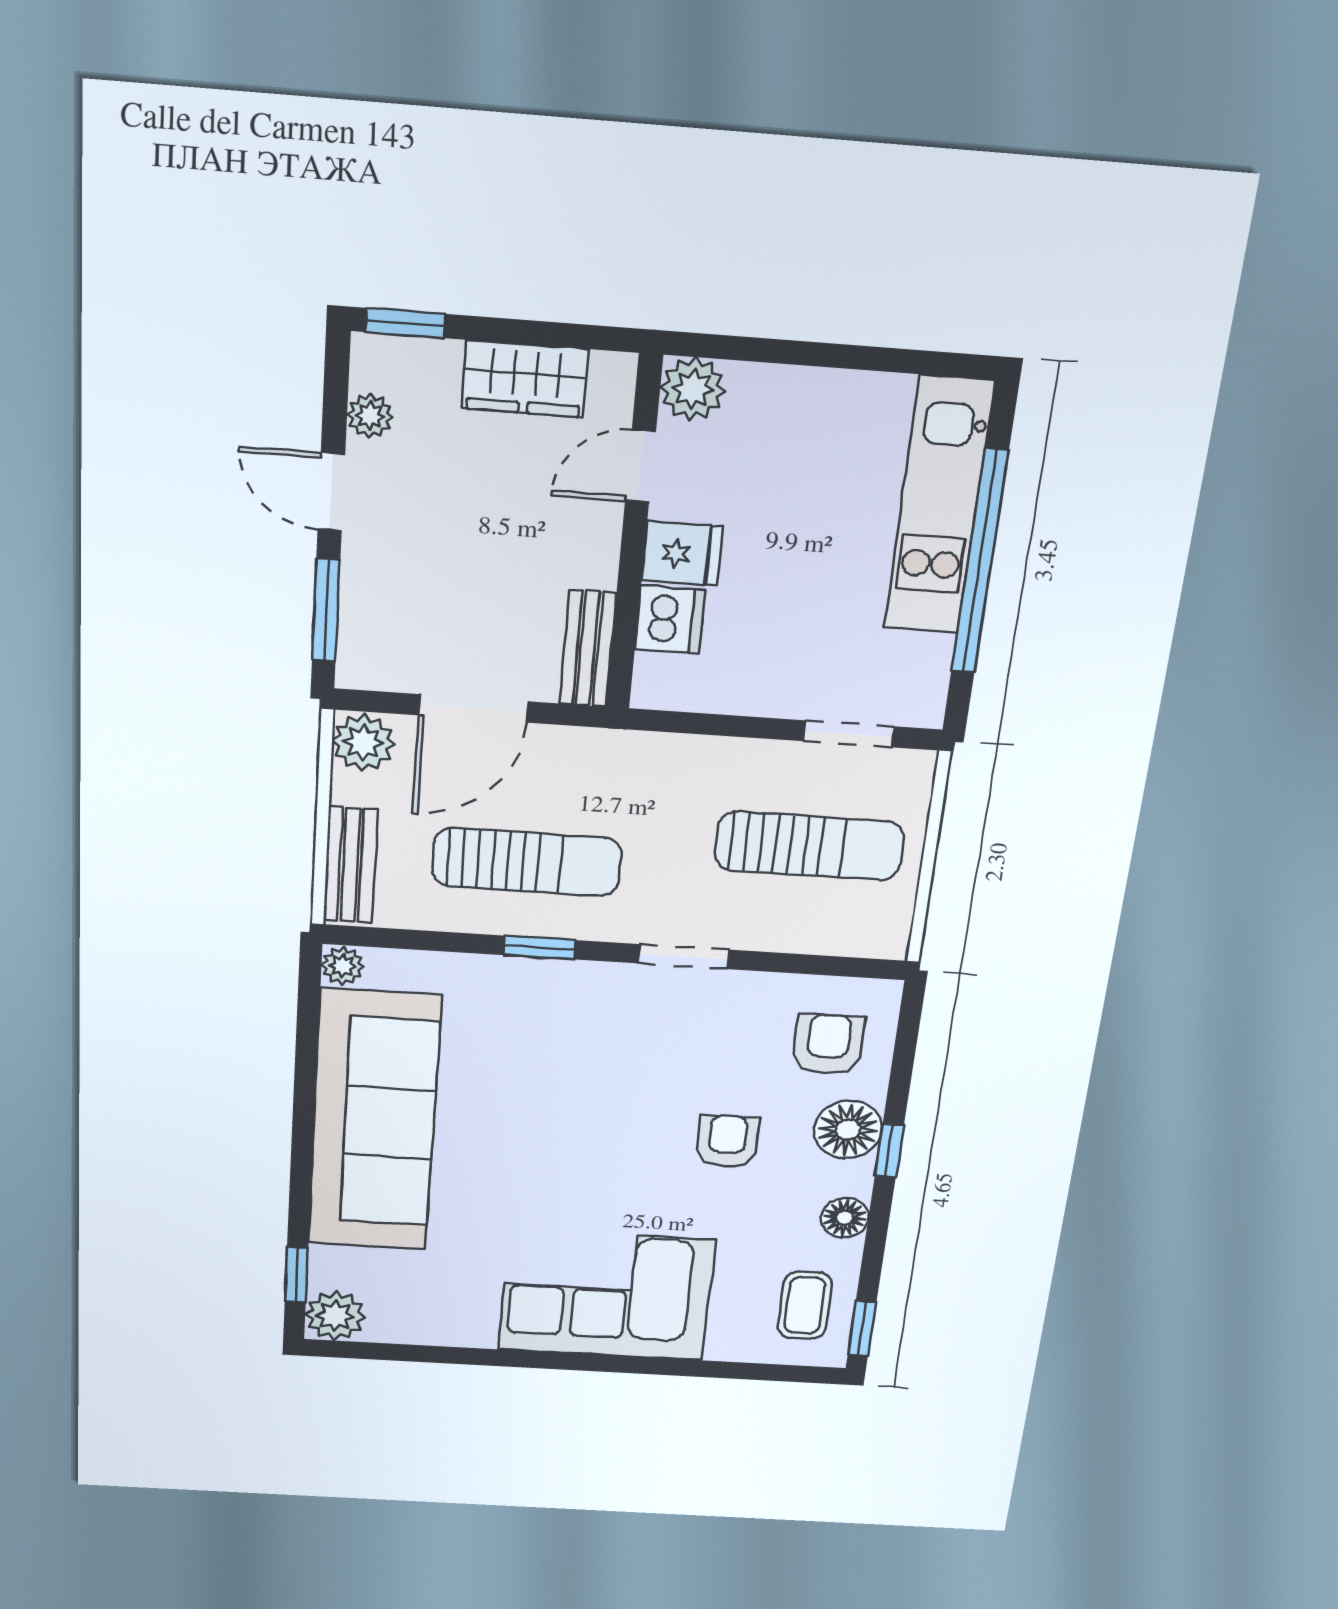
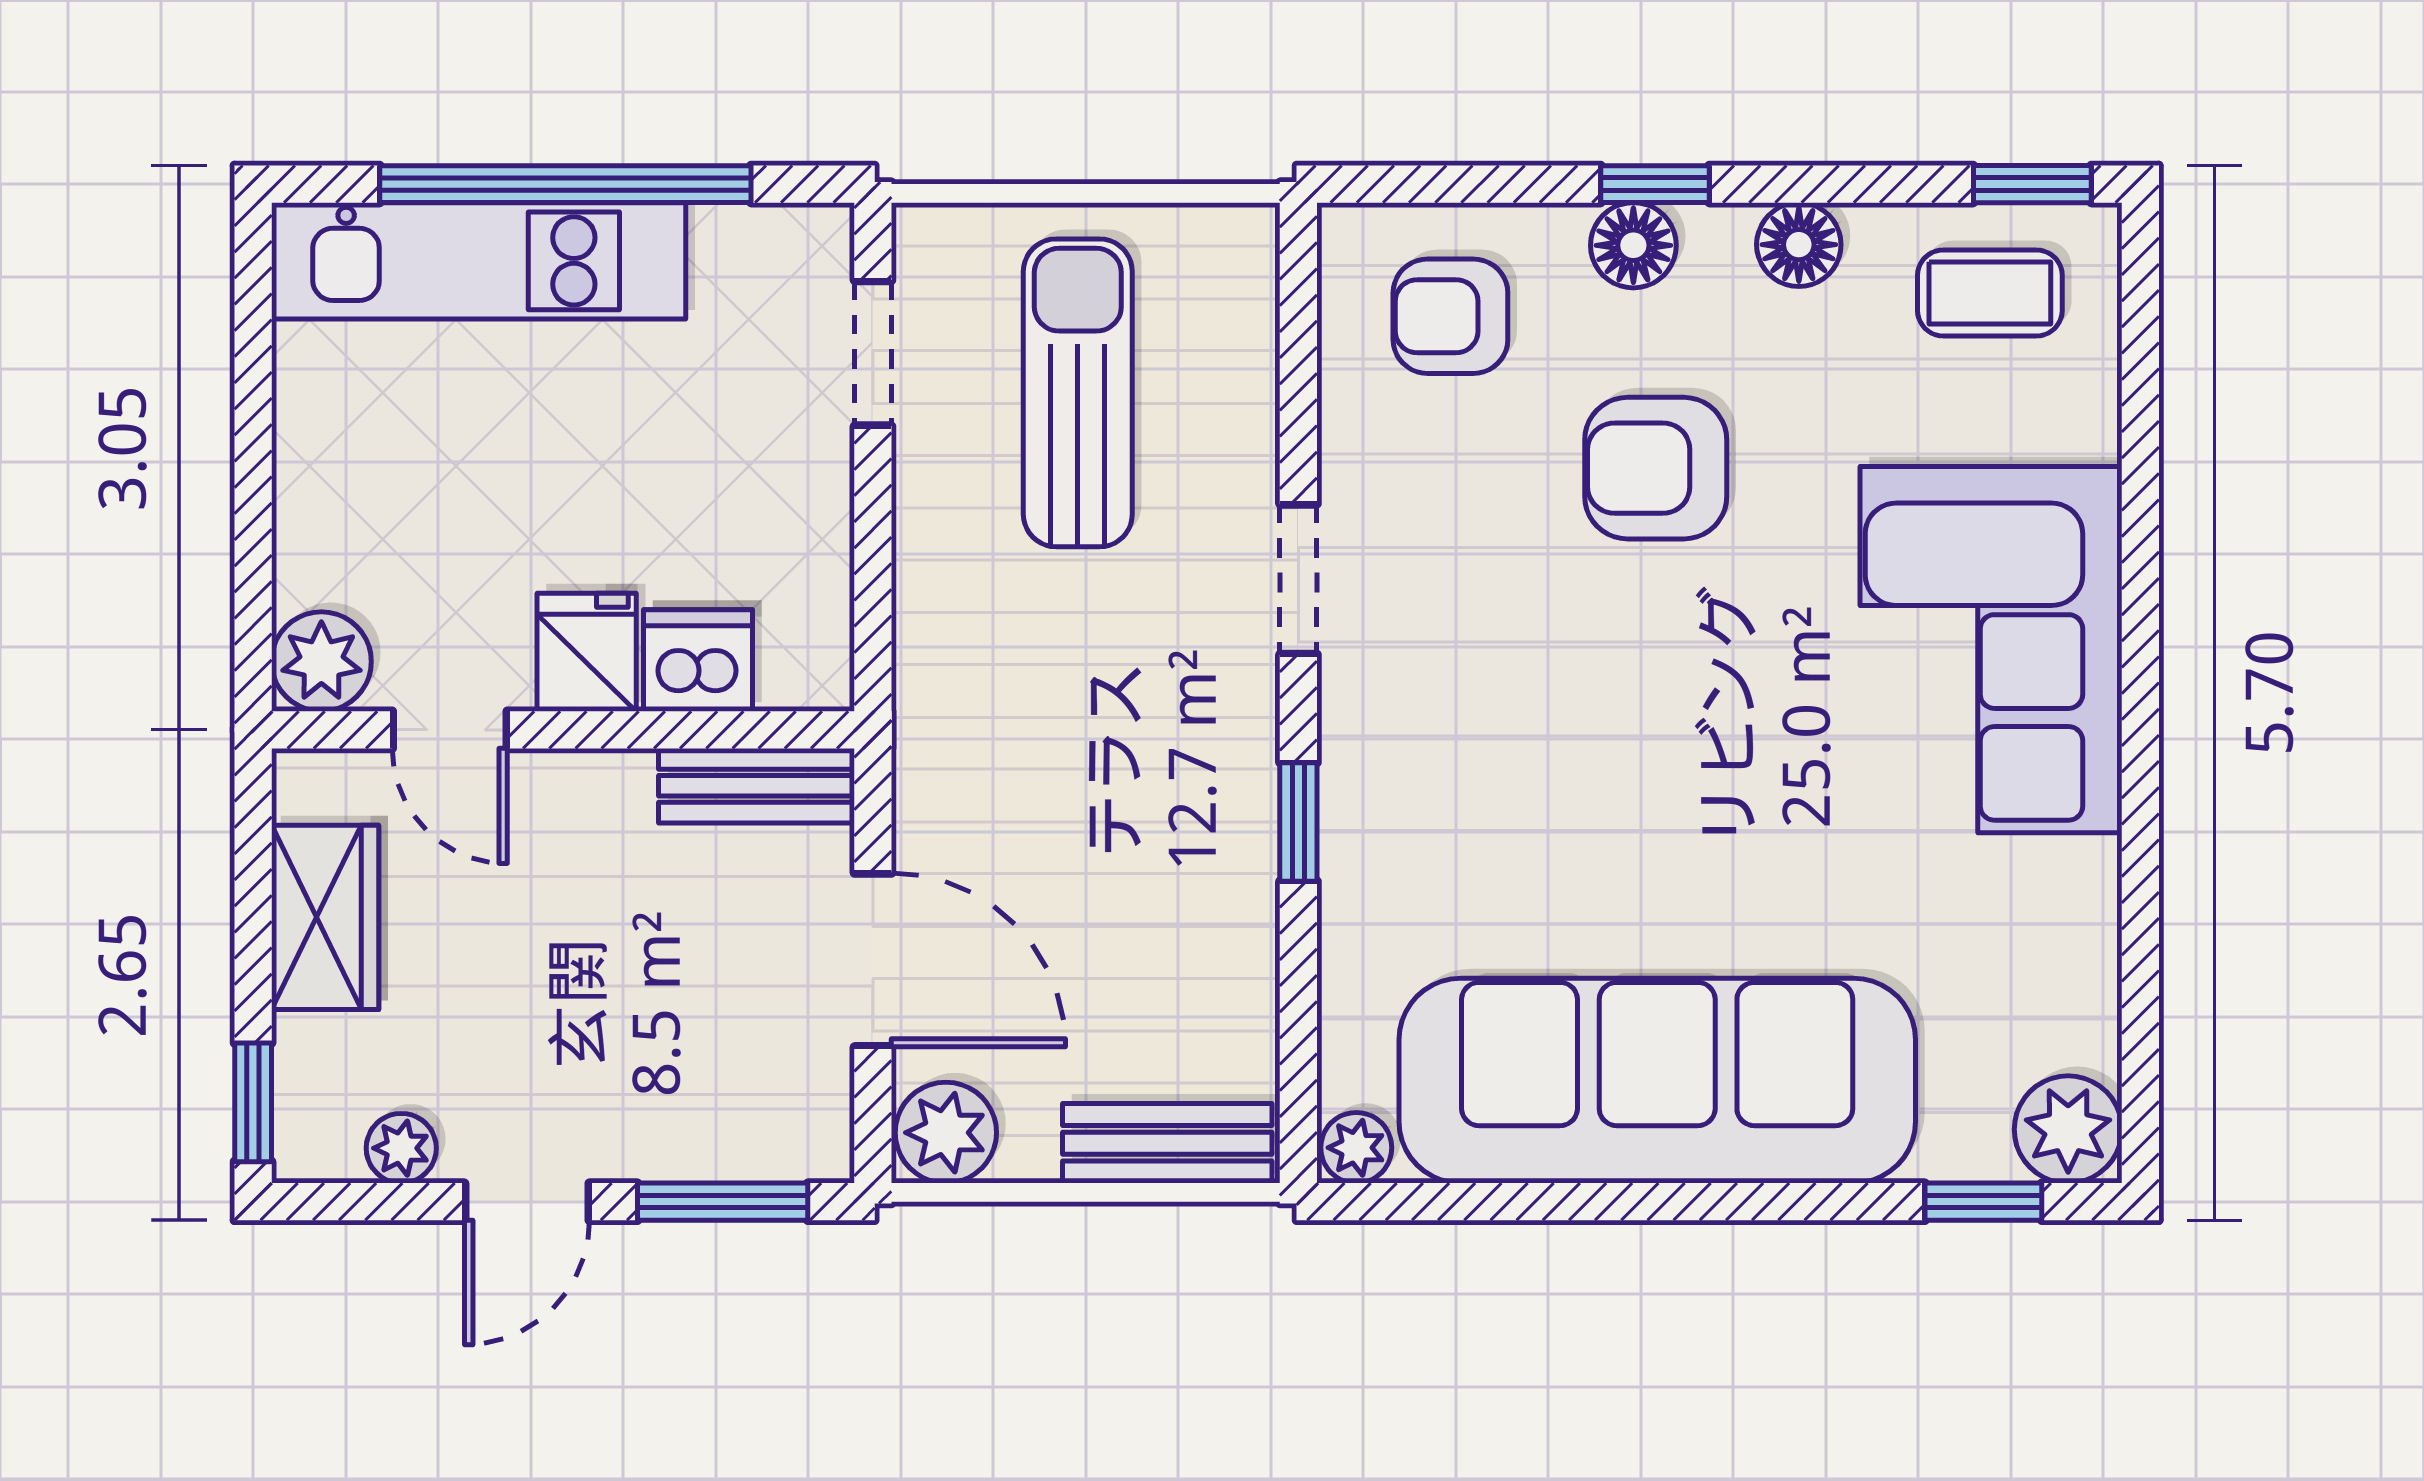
sun lounger: (527, 862) -> (1141, 854), removed
floor lamp: (848, 1130) -> (1633, 245), width x0.73, depth x0.73
armchair: (727, 1141) -> (1656, 468), width x1.38, depth x1.38

